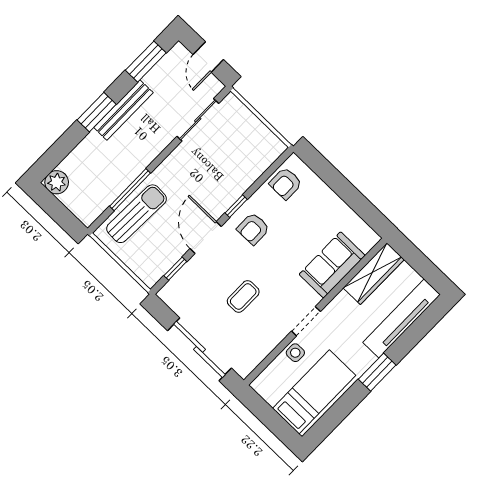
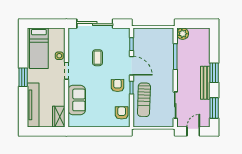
door: (208, 57) -> (193, 131), hinge flipped
plant: (57, 182) -> (183, 34), moved
sun lounger: (137, 214) -> (144, 100), moved
wardrobe: (374, 274) -> (59, 117), width x0.67

